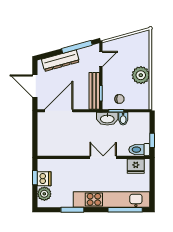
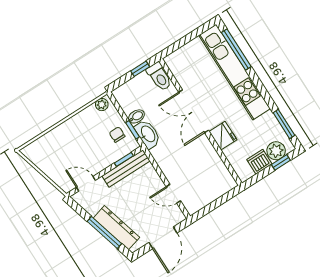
window: (77, 47) -> (104, 233), moved
plant: (141, 75) -> (102, 105), moved, width x0.53, depth x0.53
door: (59, 111) -> (173, 194), width x0.53
double door: (103, 157) -> (194, 111), width x1.37
fridge: (136, 166) -> (223, 136), moved
window: (35, 178) -> (281, 162), moved
window: (72, 210) -> (284, 124), moved

